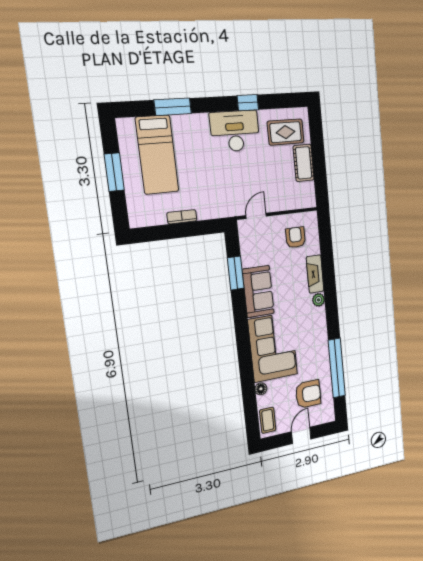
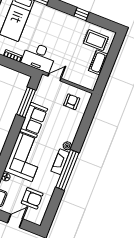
desk: (235, 131) -> (39, 57), moved, turned 180
window: (236, 273) -> (26, 102), width x1.44
fireplace: (315, 274) -> (60, 162), moved
window: (337, 368) -> (67, 170), moved

